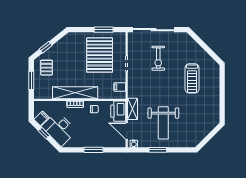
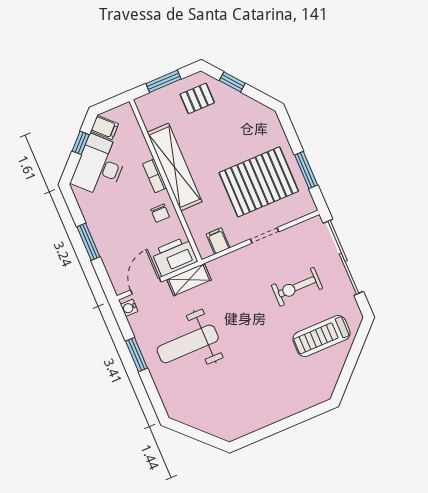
treadmill: (192, 78) -> (321, 336), moved

